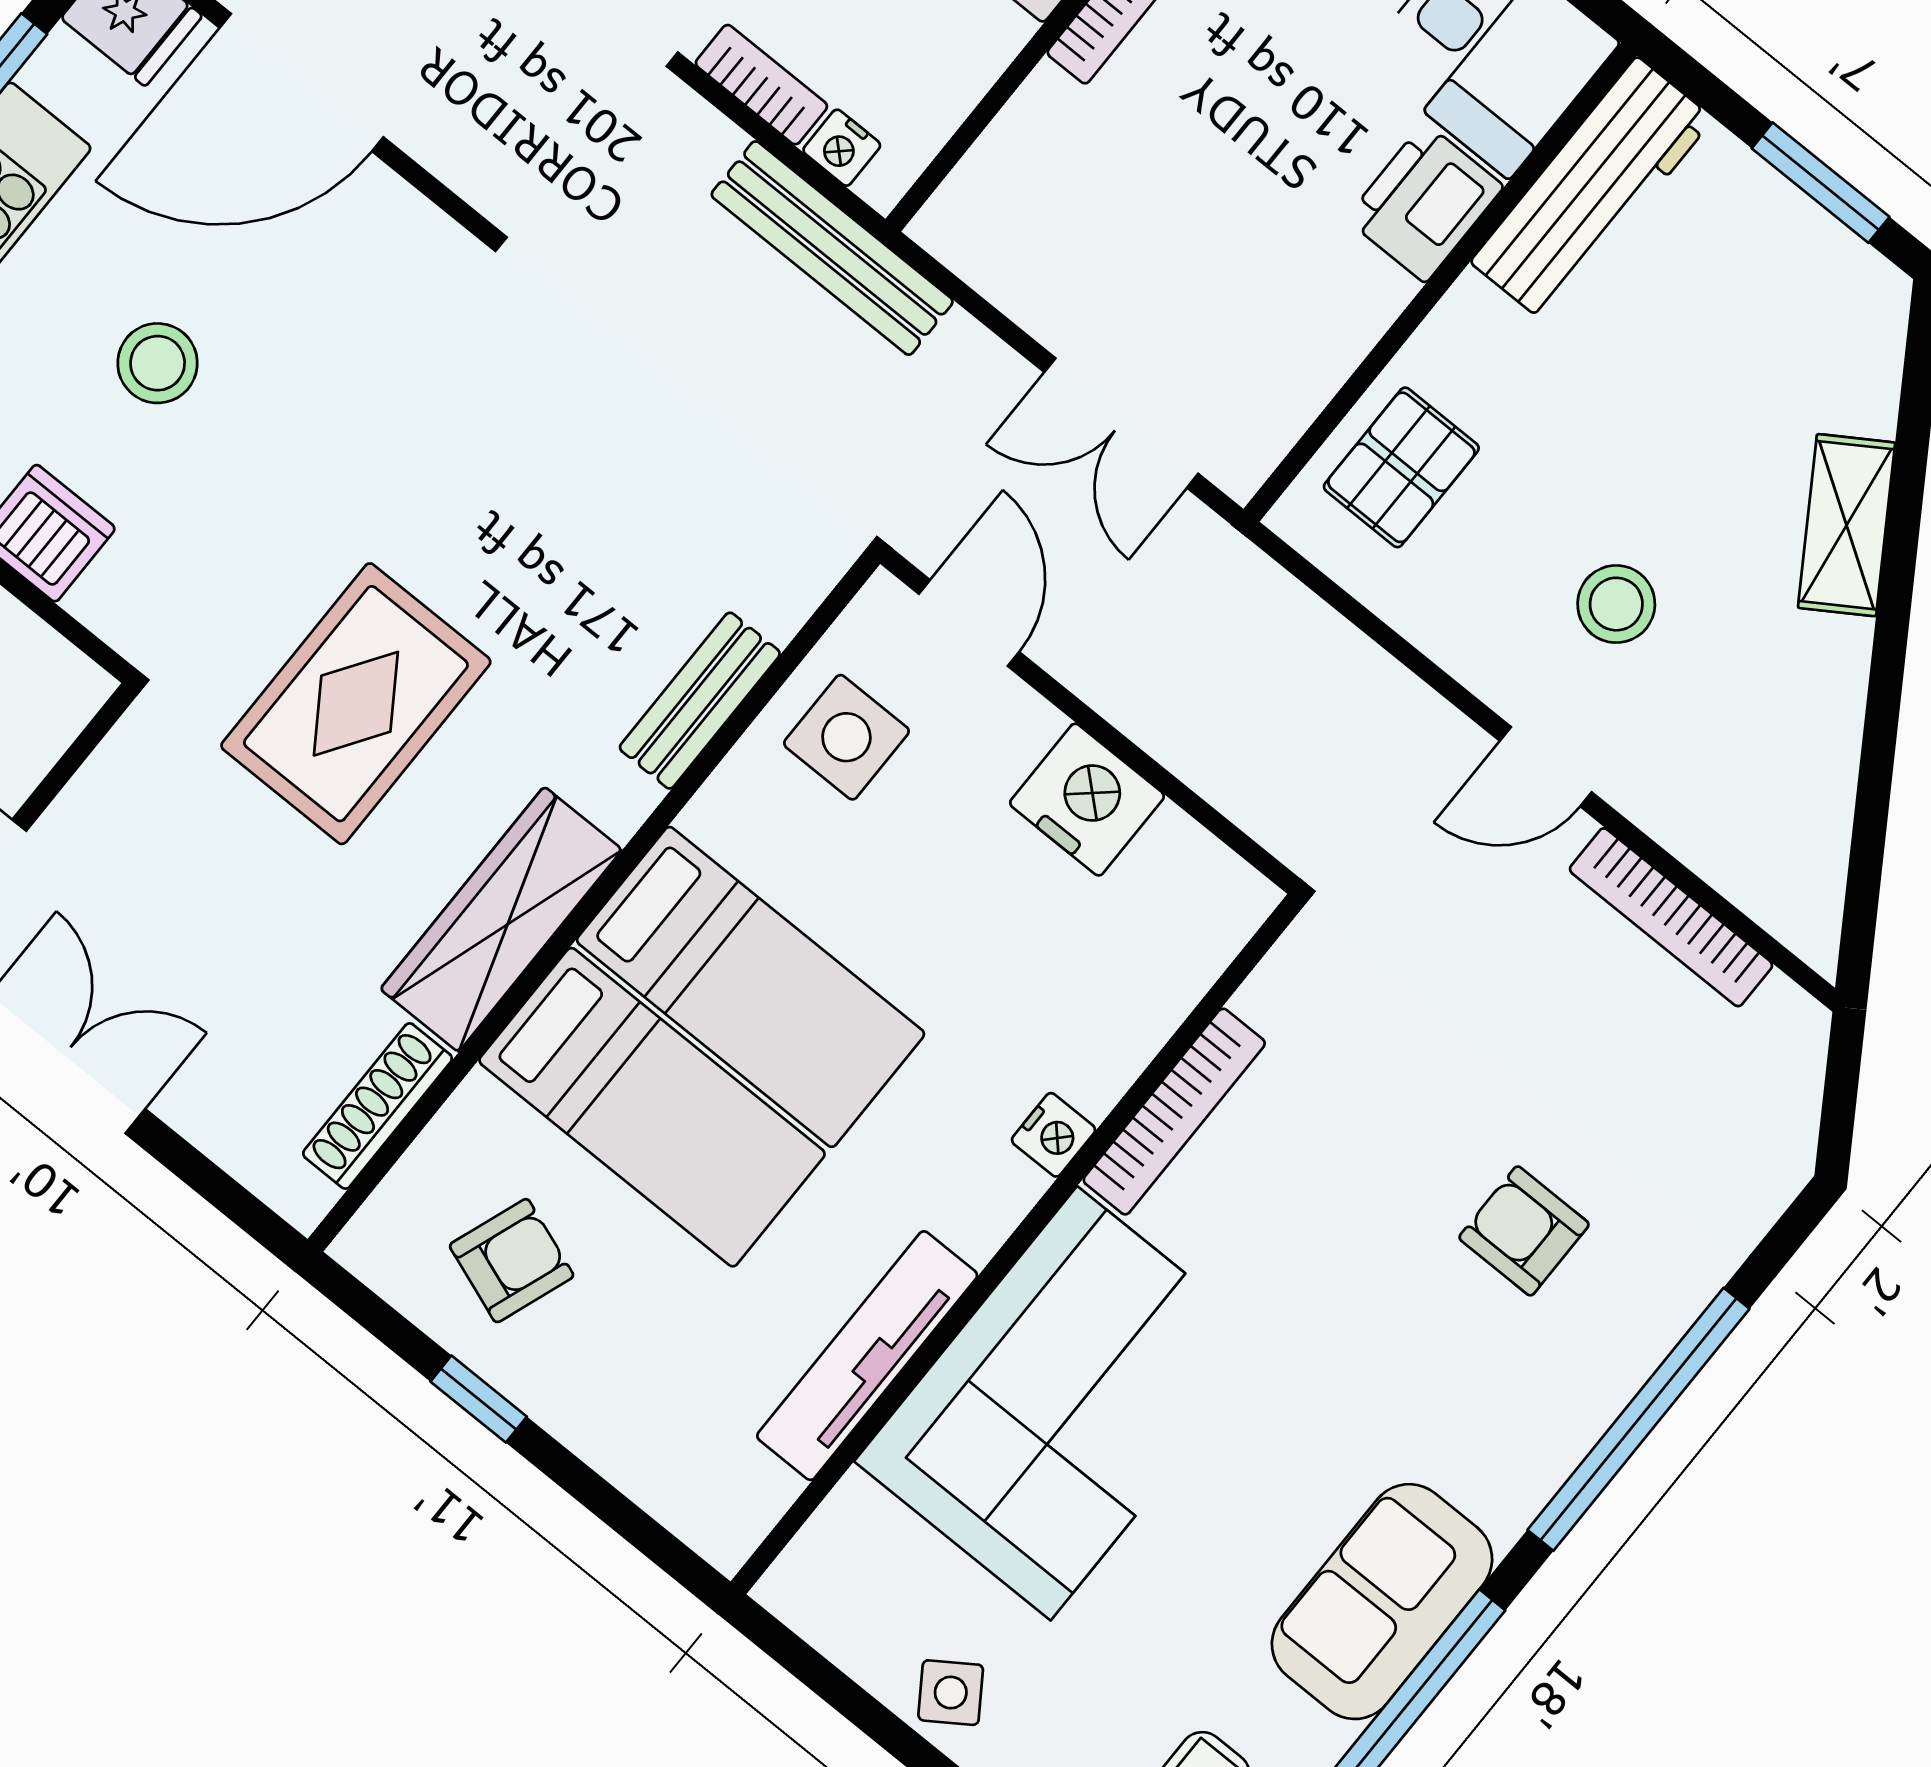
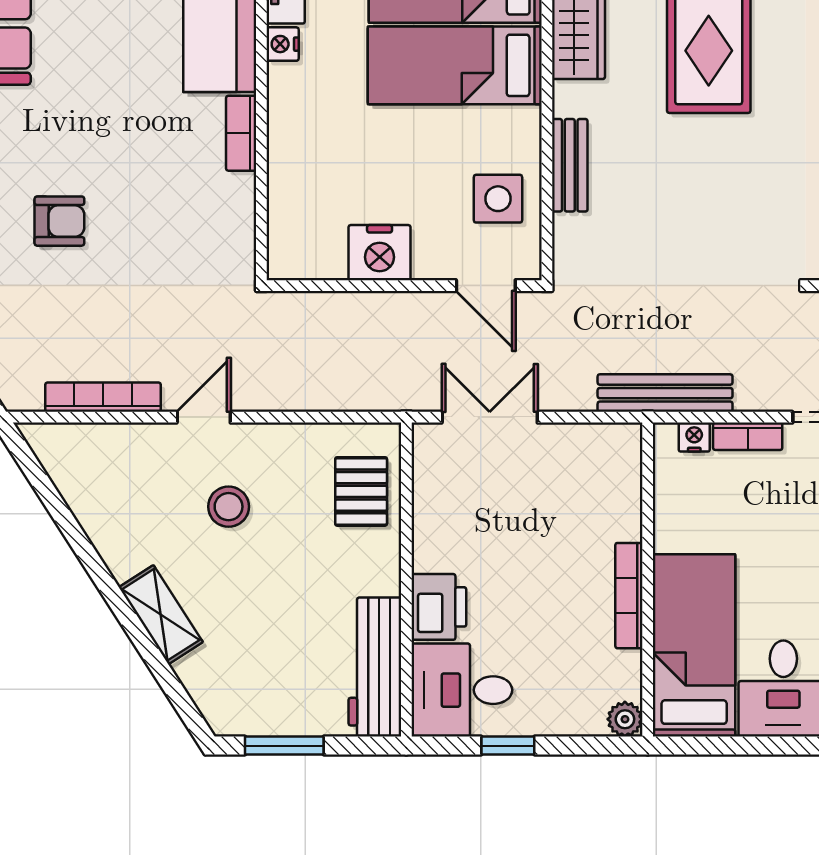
bookcase: (1174, 1112) -> (241, 133), width x0.64
nightstand: (1053, 1135) -> (283, 44), moved

